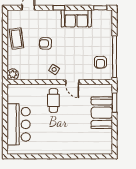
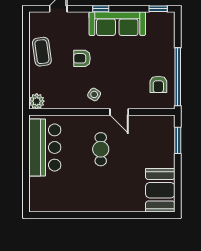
sofa: (76, 18) -> (117, 24), width x1.36
cafe table: (53, 100) -> (101, 149), moved
booth: (102, 113) -> (160, 190), moved
bar counter: (19, 124) -> (45, 147), moved

